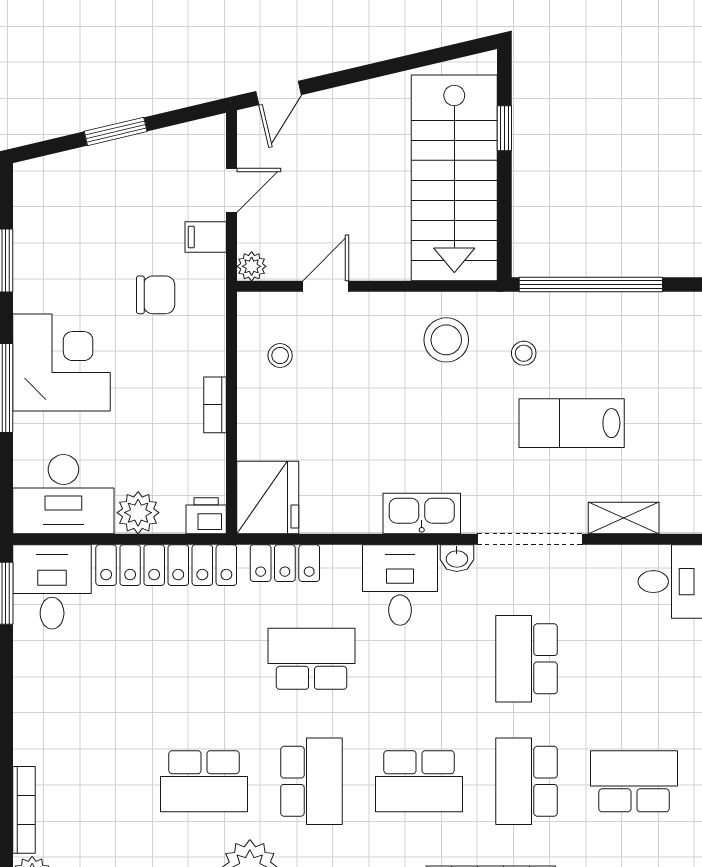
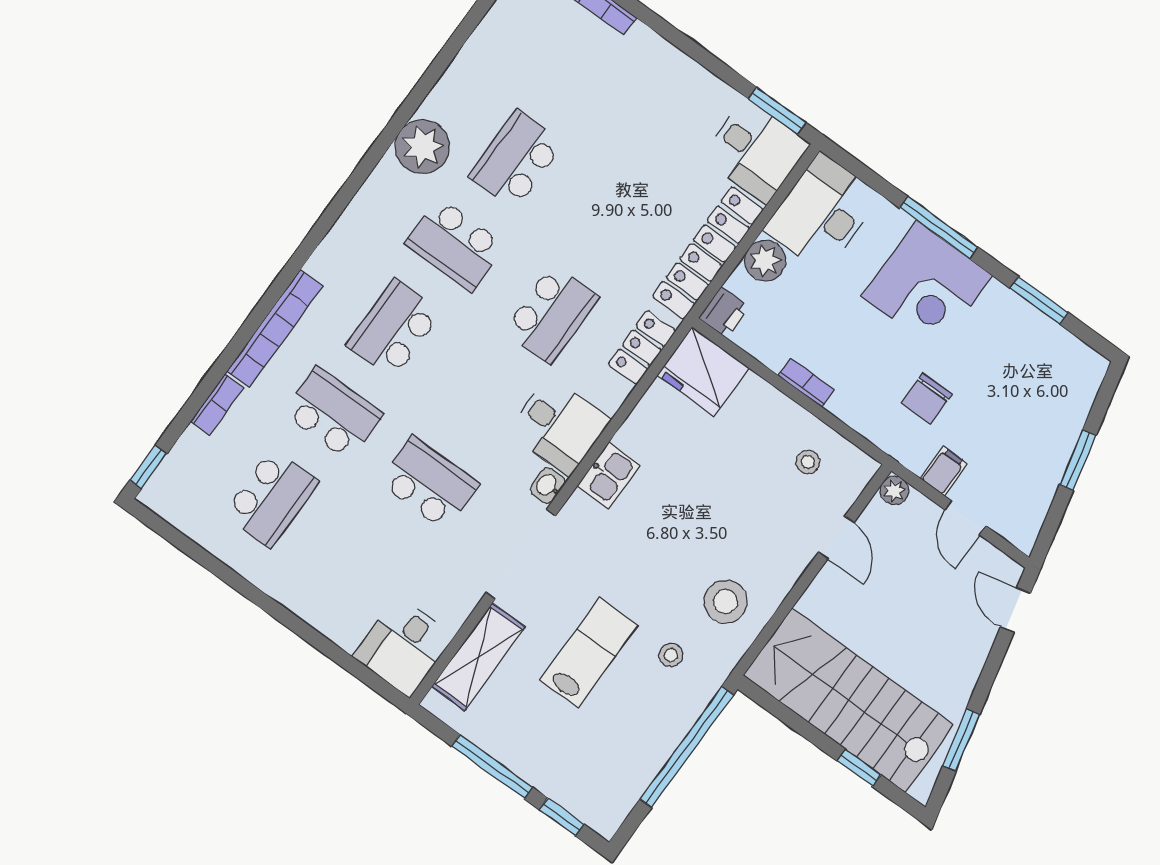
window: (419, 60) -> (961, 740), added
kitchen sink: (422, 514) -> (609, 475), width x0.73
shelving: (624, 518) -> (479, 657), width x1.50, depth x1.33

